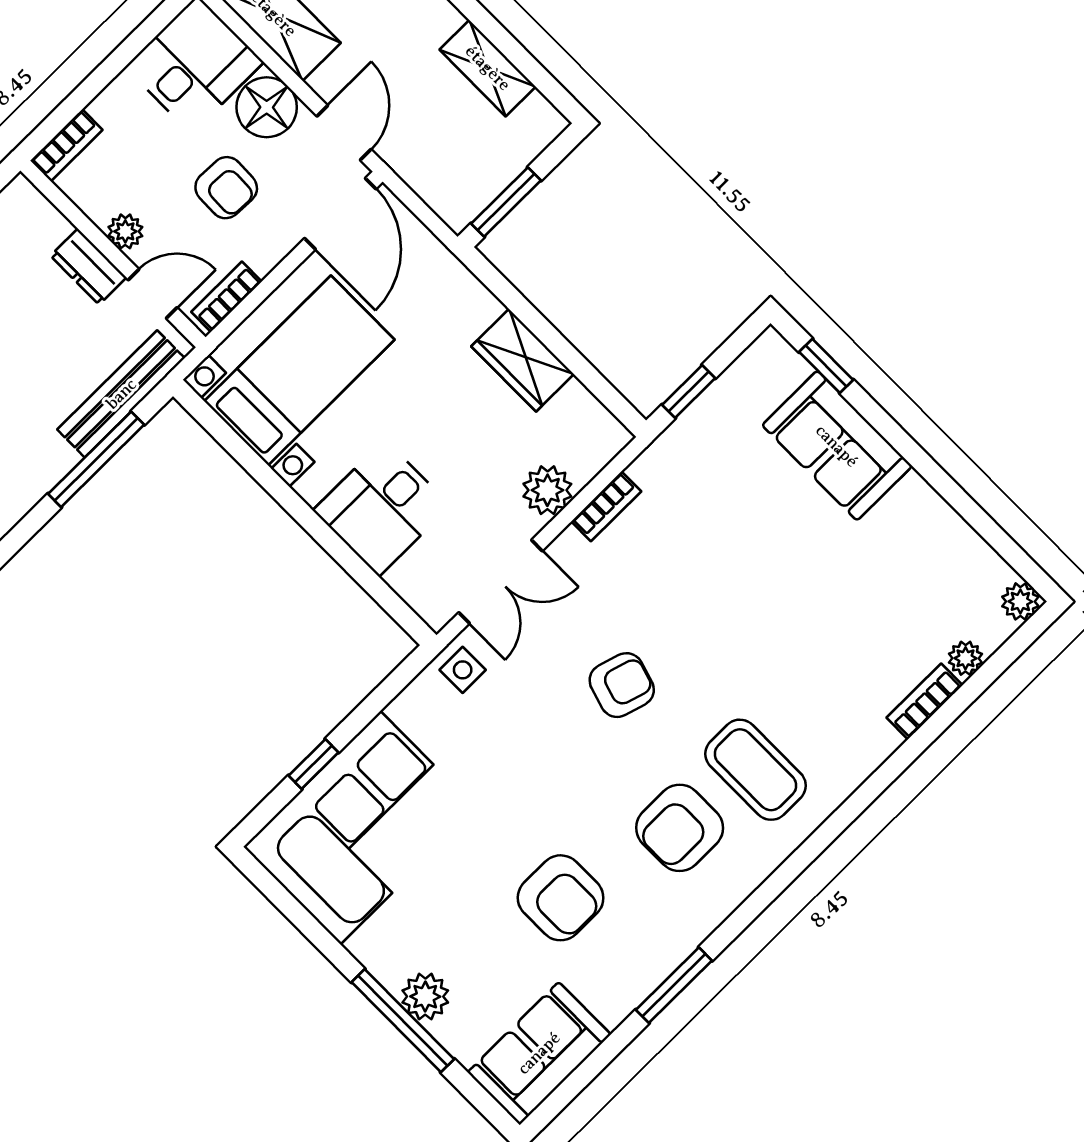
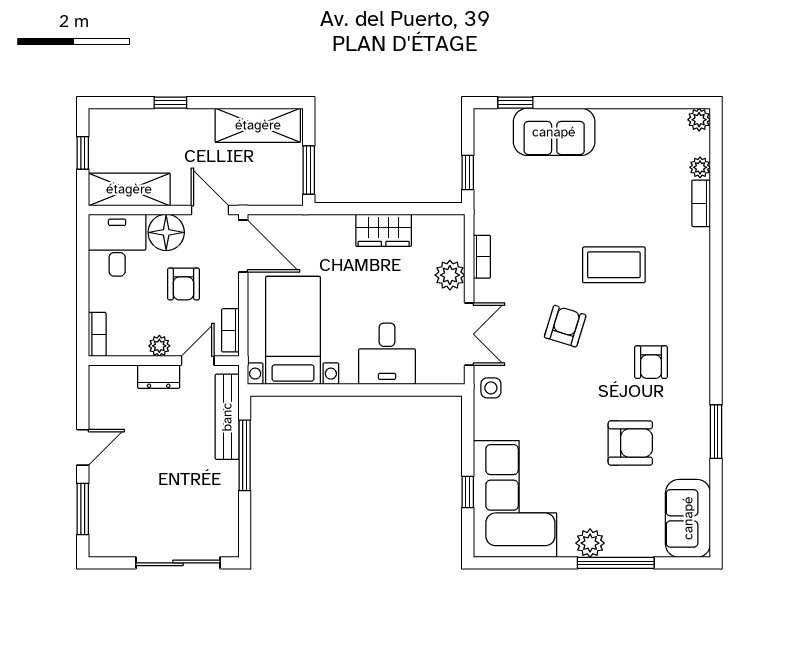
shelving: (488, 68) -> (258, 125), width x1.50, depth x1.33
armchair: (226, 188) -> (183, 284), turned 88
coffee table: (756, 770) -> (614, 265), moved
armchair: (680, 828) -> (651, 362), width x0.72, depth x0.72
plant: (425, 997) -> (590, 543), moved

